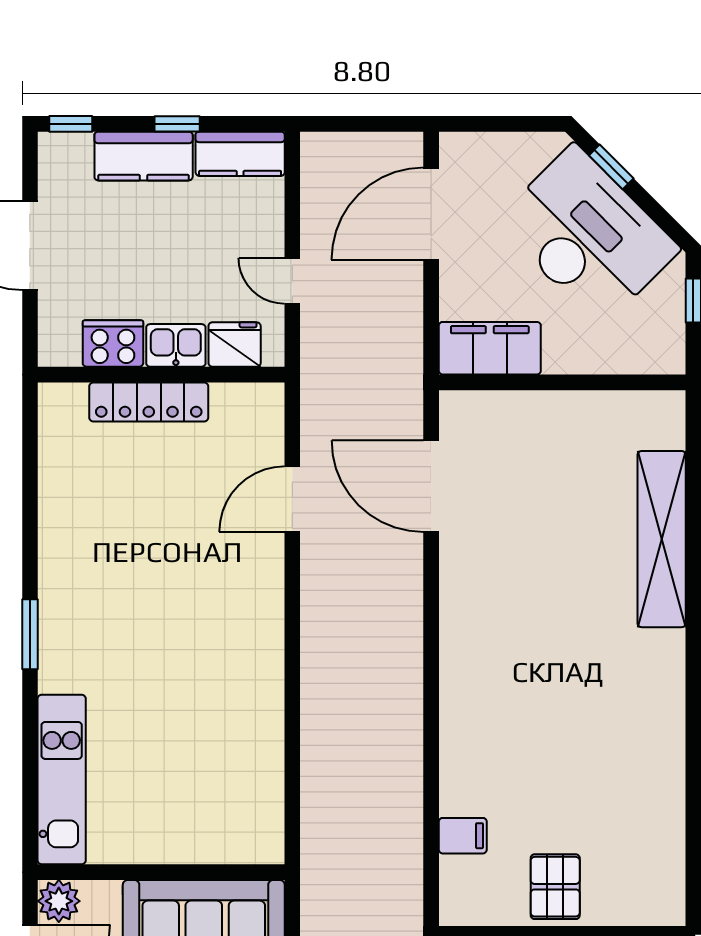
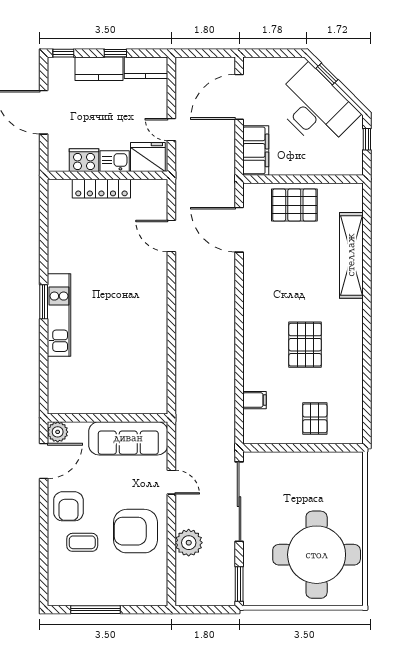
fridge: (235, 345) -> (148, 157), width x1.36, depth x1.34
filing cabinet: (490, 348) -> (256, 150), moved, turned 90
pallet: (545, 436) -> (294, 205), added
door: (292, 499) -> (171, 236), hinge flipped
pallet: (567, 722) -> (305, 345), added
kitchen unit: (62, 780) -> (59, 315), moved
pallet: (555, 887) -> (315, 418), moved

